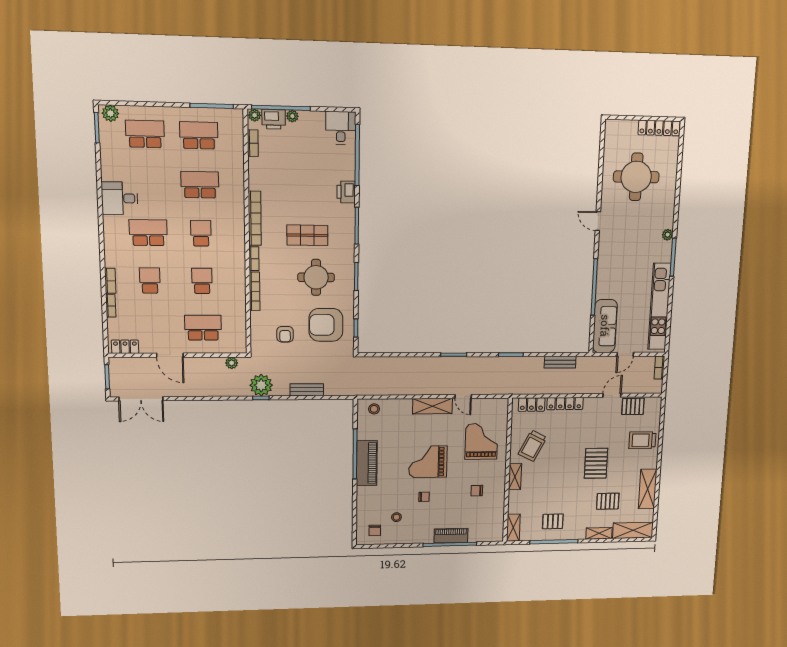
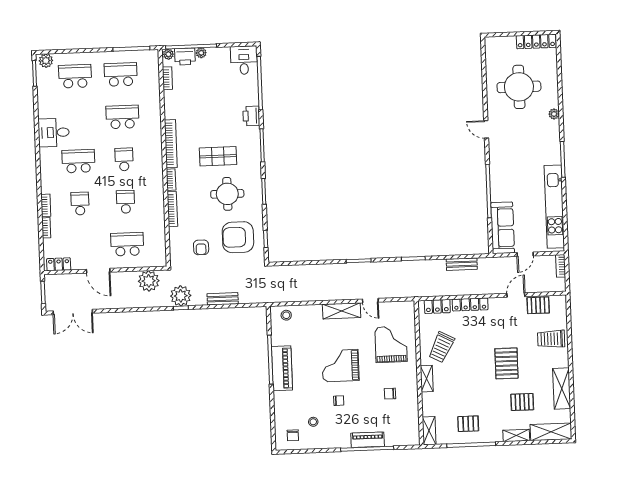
plant: (668, 235) -> (554, 114), moved
plant: (232, 363) -> (149, 281), width x1.87, depth x1.87

